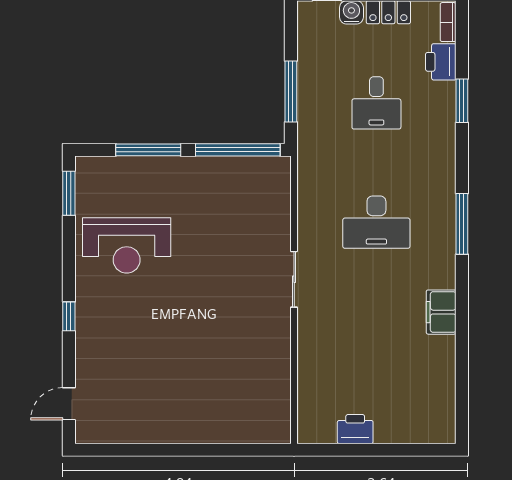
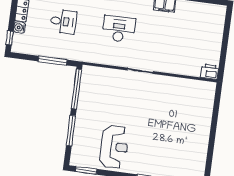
desk: (376, 222) -> (119, 29), turned -90
printer: (355, 429) -> (210, 72), moved, turned 90

